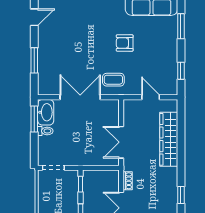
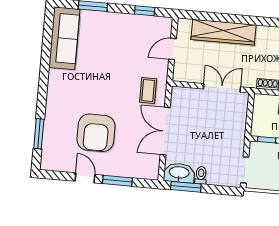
door: (34, 17) -> (85, 178), moved
armchair: (125, 43) -> (96, 133), moved, width x1.88, depth x1.88
double door: (121, 142) -> (222, 88), swing flipped

